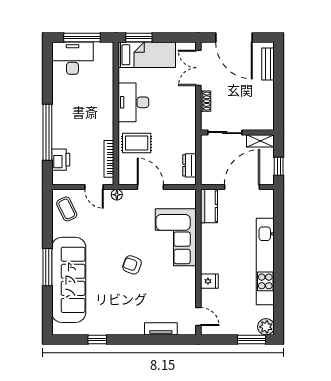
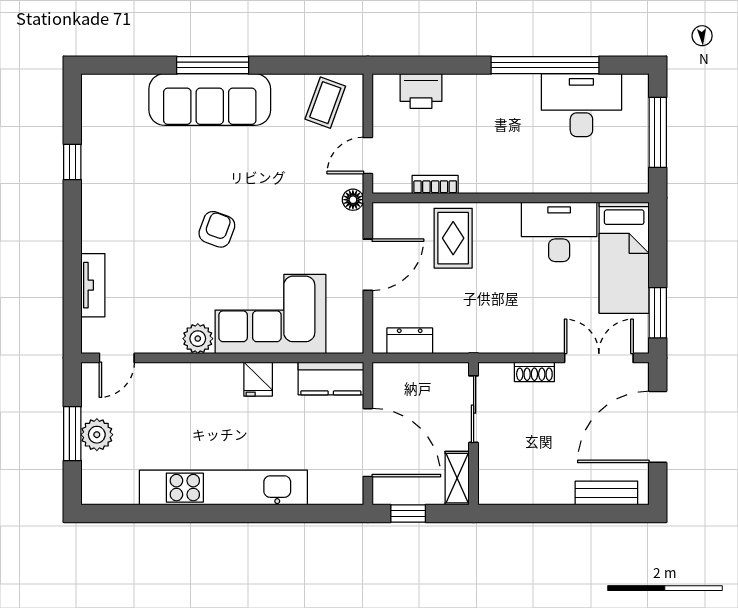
window: (139, 37) -> (658, 313), moved
desk: (72, 58) -> (581, 105), moved, turned -90
desk: (133, 102) -> (559, 232), moved
window: (47, 132) -> (545, 65), moved
bookcase: (109, 159) -> (435, 184), width x0.64
coffee table: (67, 209) -> (325, 103), turned -44
plant: (188, 275) -> (198, 339), added
sofa: (69, 280) -> (210, 100), width x0.74, depth x0.79
fridge: (209, 281) -> (258, 379), moved
plant: (266, 327) -> (97, 435), moved
window: (251, 339) -> (72, 434), moved

